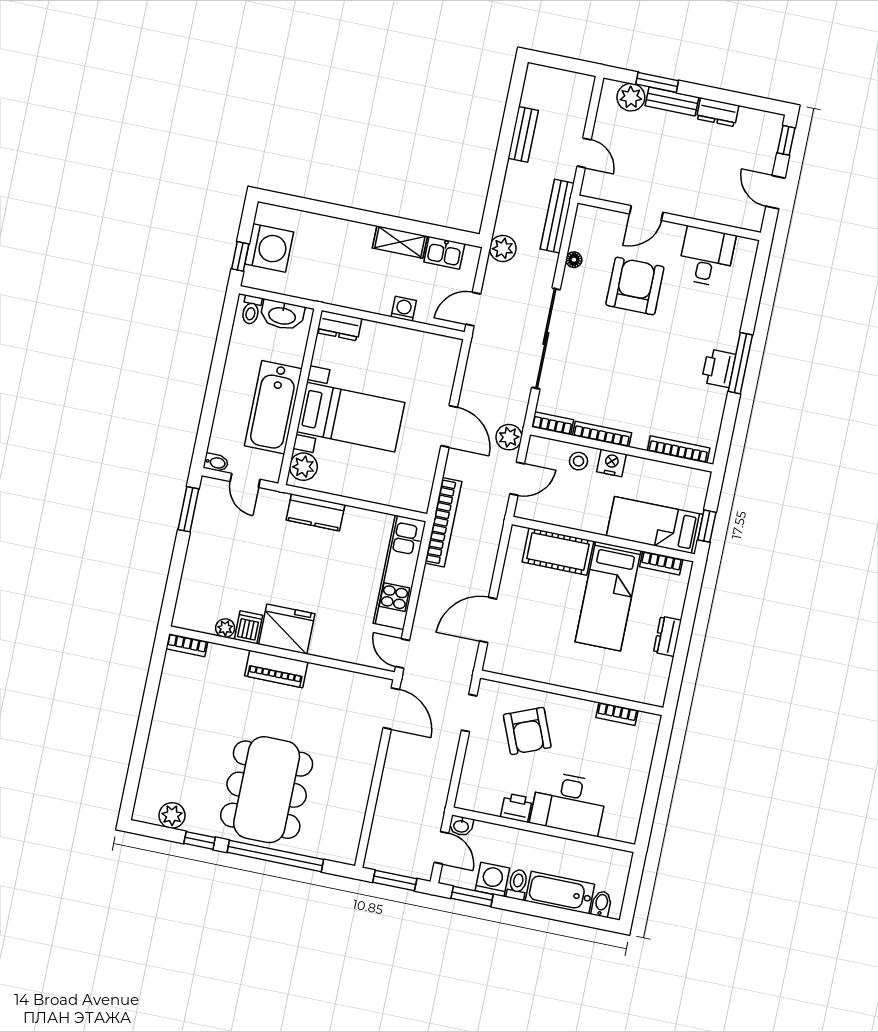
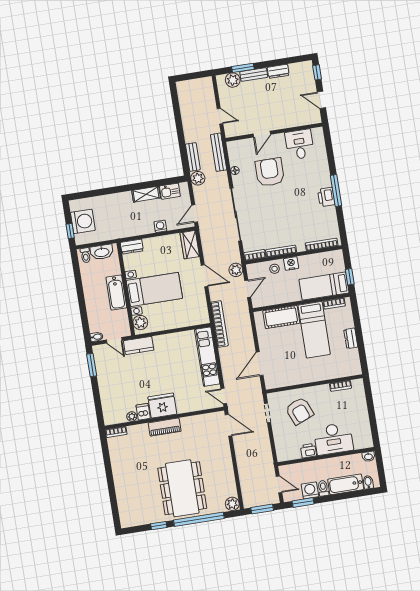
bench: (523, 134) -> (193, 157), moved
wardrobe: (444, 361) -> (190, 245), added
bathtub: (273, 407) -> (116, 293), width x0.73, depth x0.73
kitchen counter: (315, 512) -> (139, 345), moved
plant: (172, 815) -> (232, 504), moved
washbasin: (461, 826) -> (368, 456), moved

